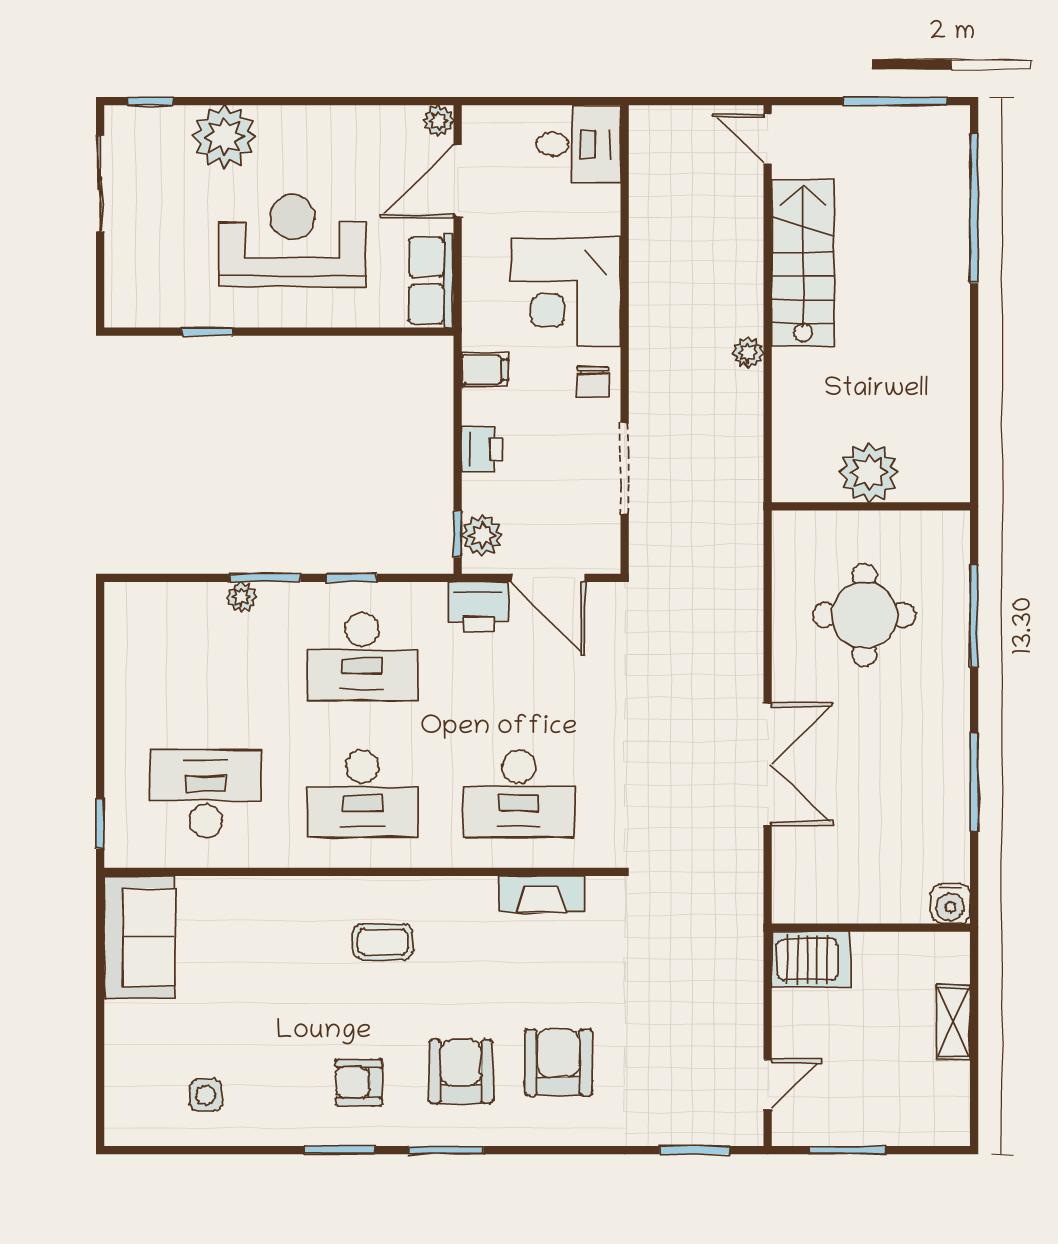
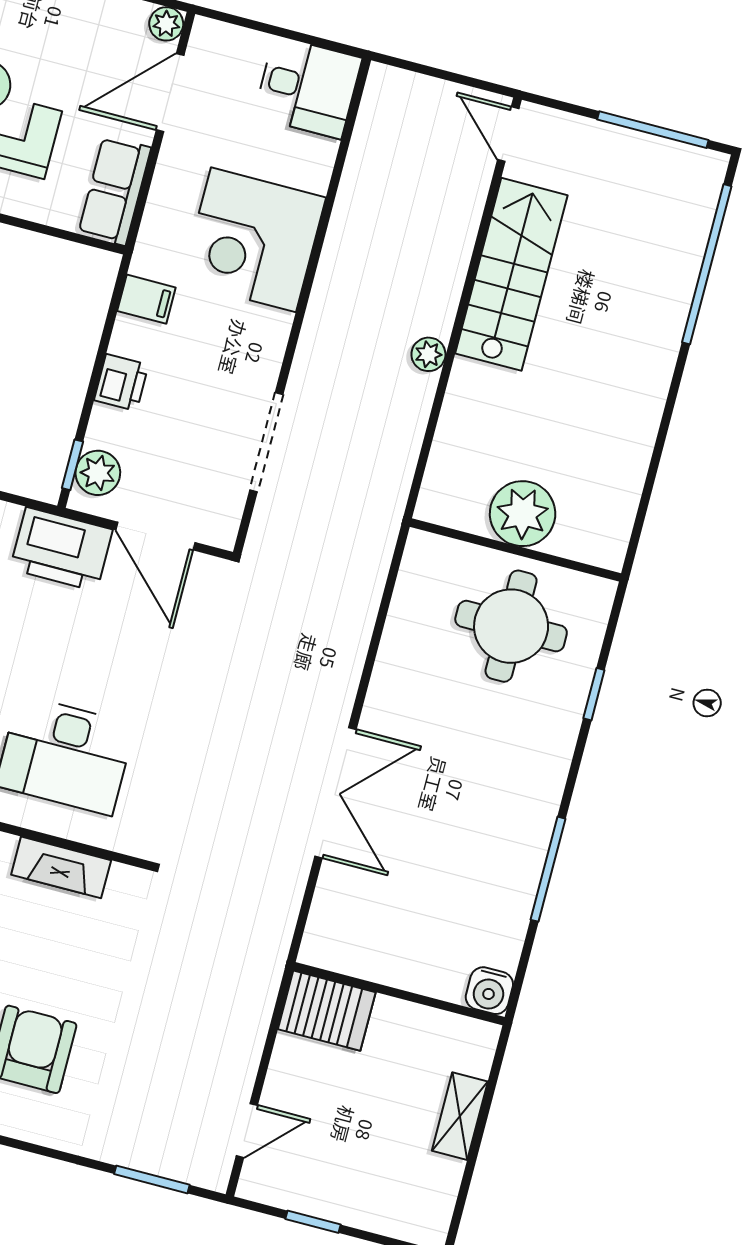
chair: (593, 382) -> (257, 342), removed
printer: (479, 607) -> (61, 549), width x1.37, depth x1.19
round table: (864, 615) -> (511, 626), moved
window: (974, 616) -> (594, 694), width x0.46
window: (848, 1150) -> (313, 1222), width x0.67

